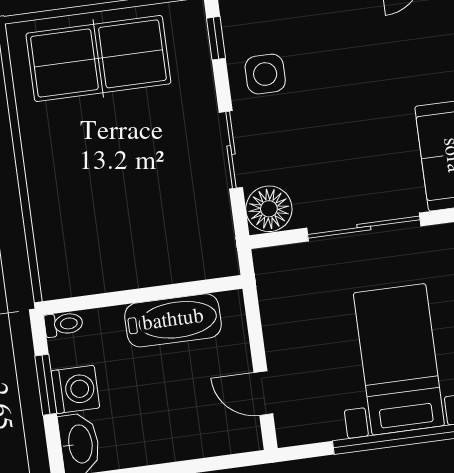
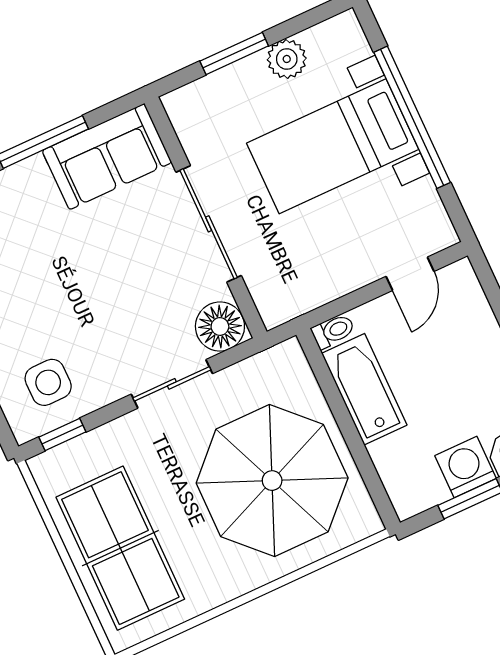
side table: (265, 74) -> (48, 382), moved
parasol: (117, 213) -> (272, 481), added
toilet: (64, 324) -> (333, 331), moved, turned 90

